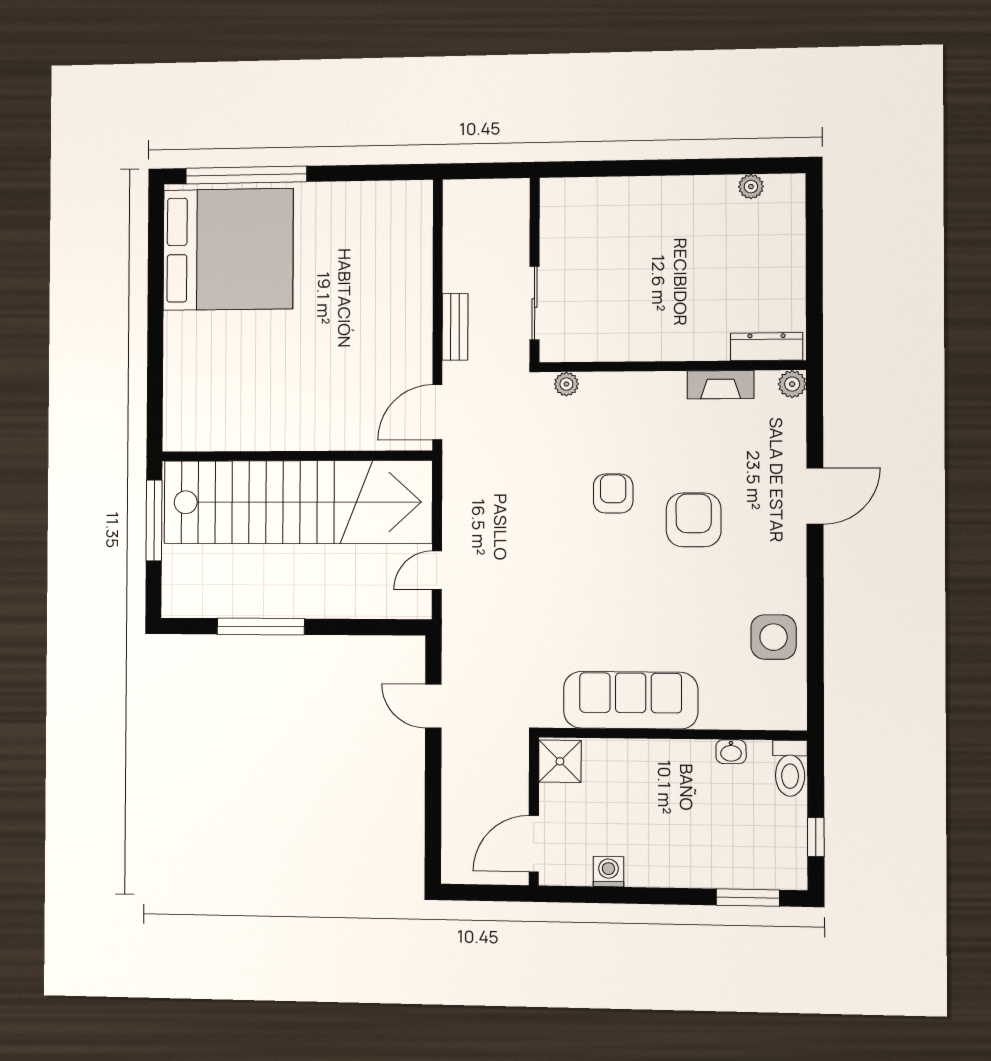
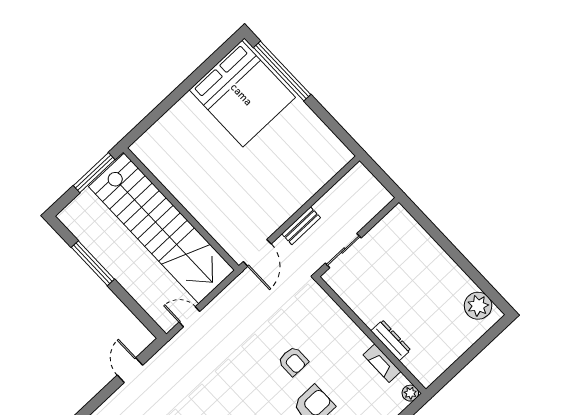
plant: (751, 187) -> (478, 306), width x1.88, depth x1.88
dresser: (767, 347) -> (391, 340), moved
plant: (566, 384) -> (321, 297), removed
door: (437, 412) -> (257, 253), swing flipped
armchair: (613, 494) -> (293, 361), turned 90

